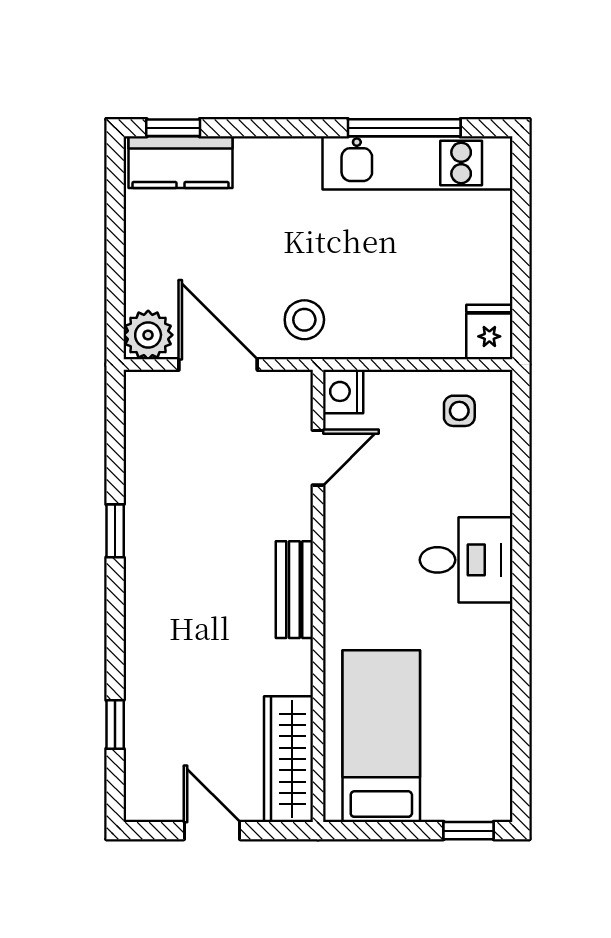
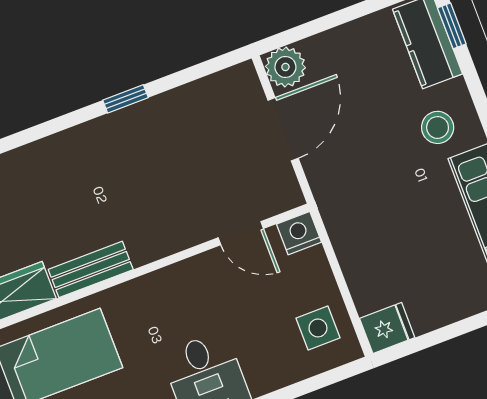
stool: (304, 320) -> (438, 127), moved
side table: (459, 411) -> (318, 328), width x1.37, depth x1.37
bench: (294, 590) -> (91, 269), moved

